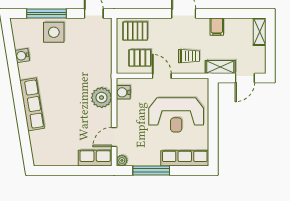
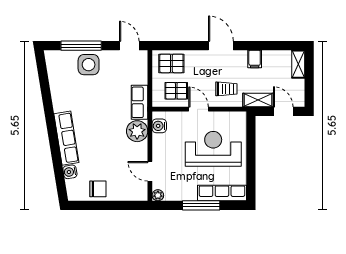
water cooler: (22, 56) -> (70, 172), moved
door: (245, 78) -> (283, 111), swing flipped
reception desk: (176, 115) -> (213, 149), turned 180
door: (114, 137) -> (150, 171), hinge flipped
chair: (63, 154) -> (98, 189), added
row of seats: (95, 158) -> (140, 102), moved, turned -90
window: (151, 170) -> (201, 205), moved

